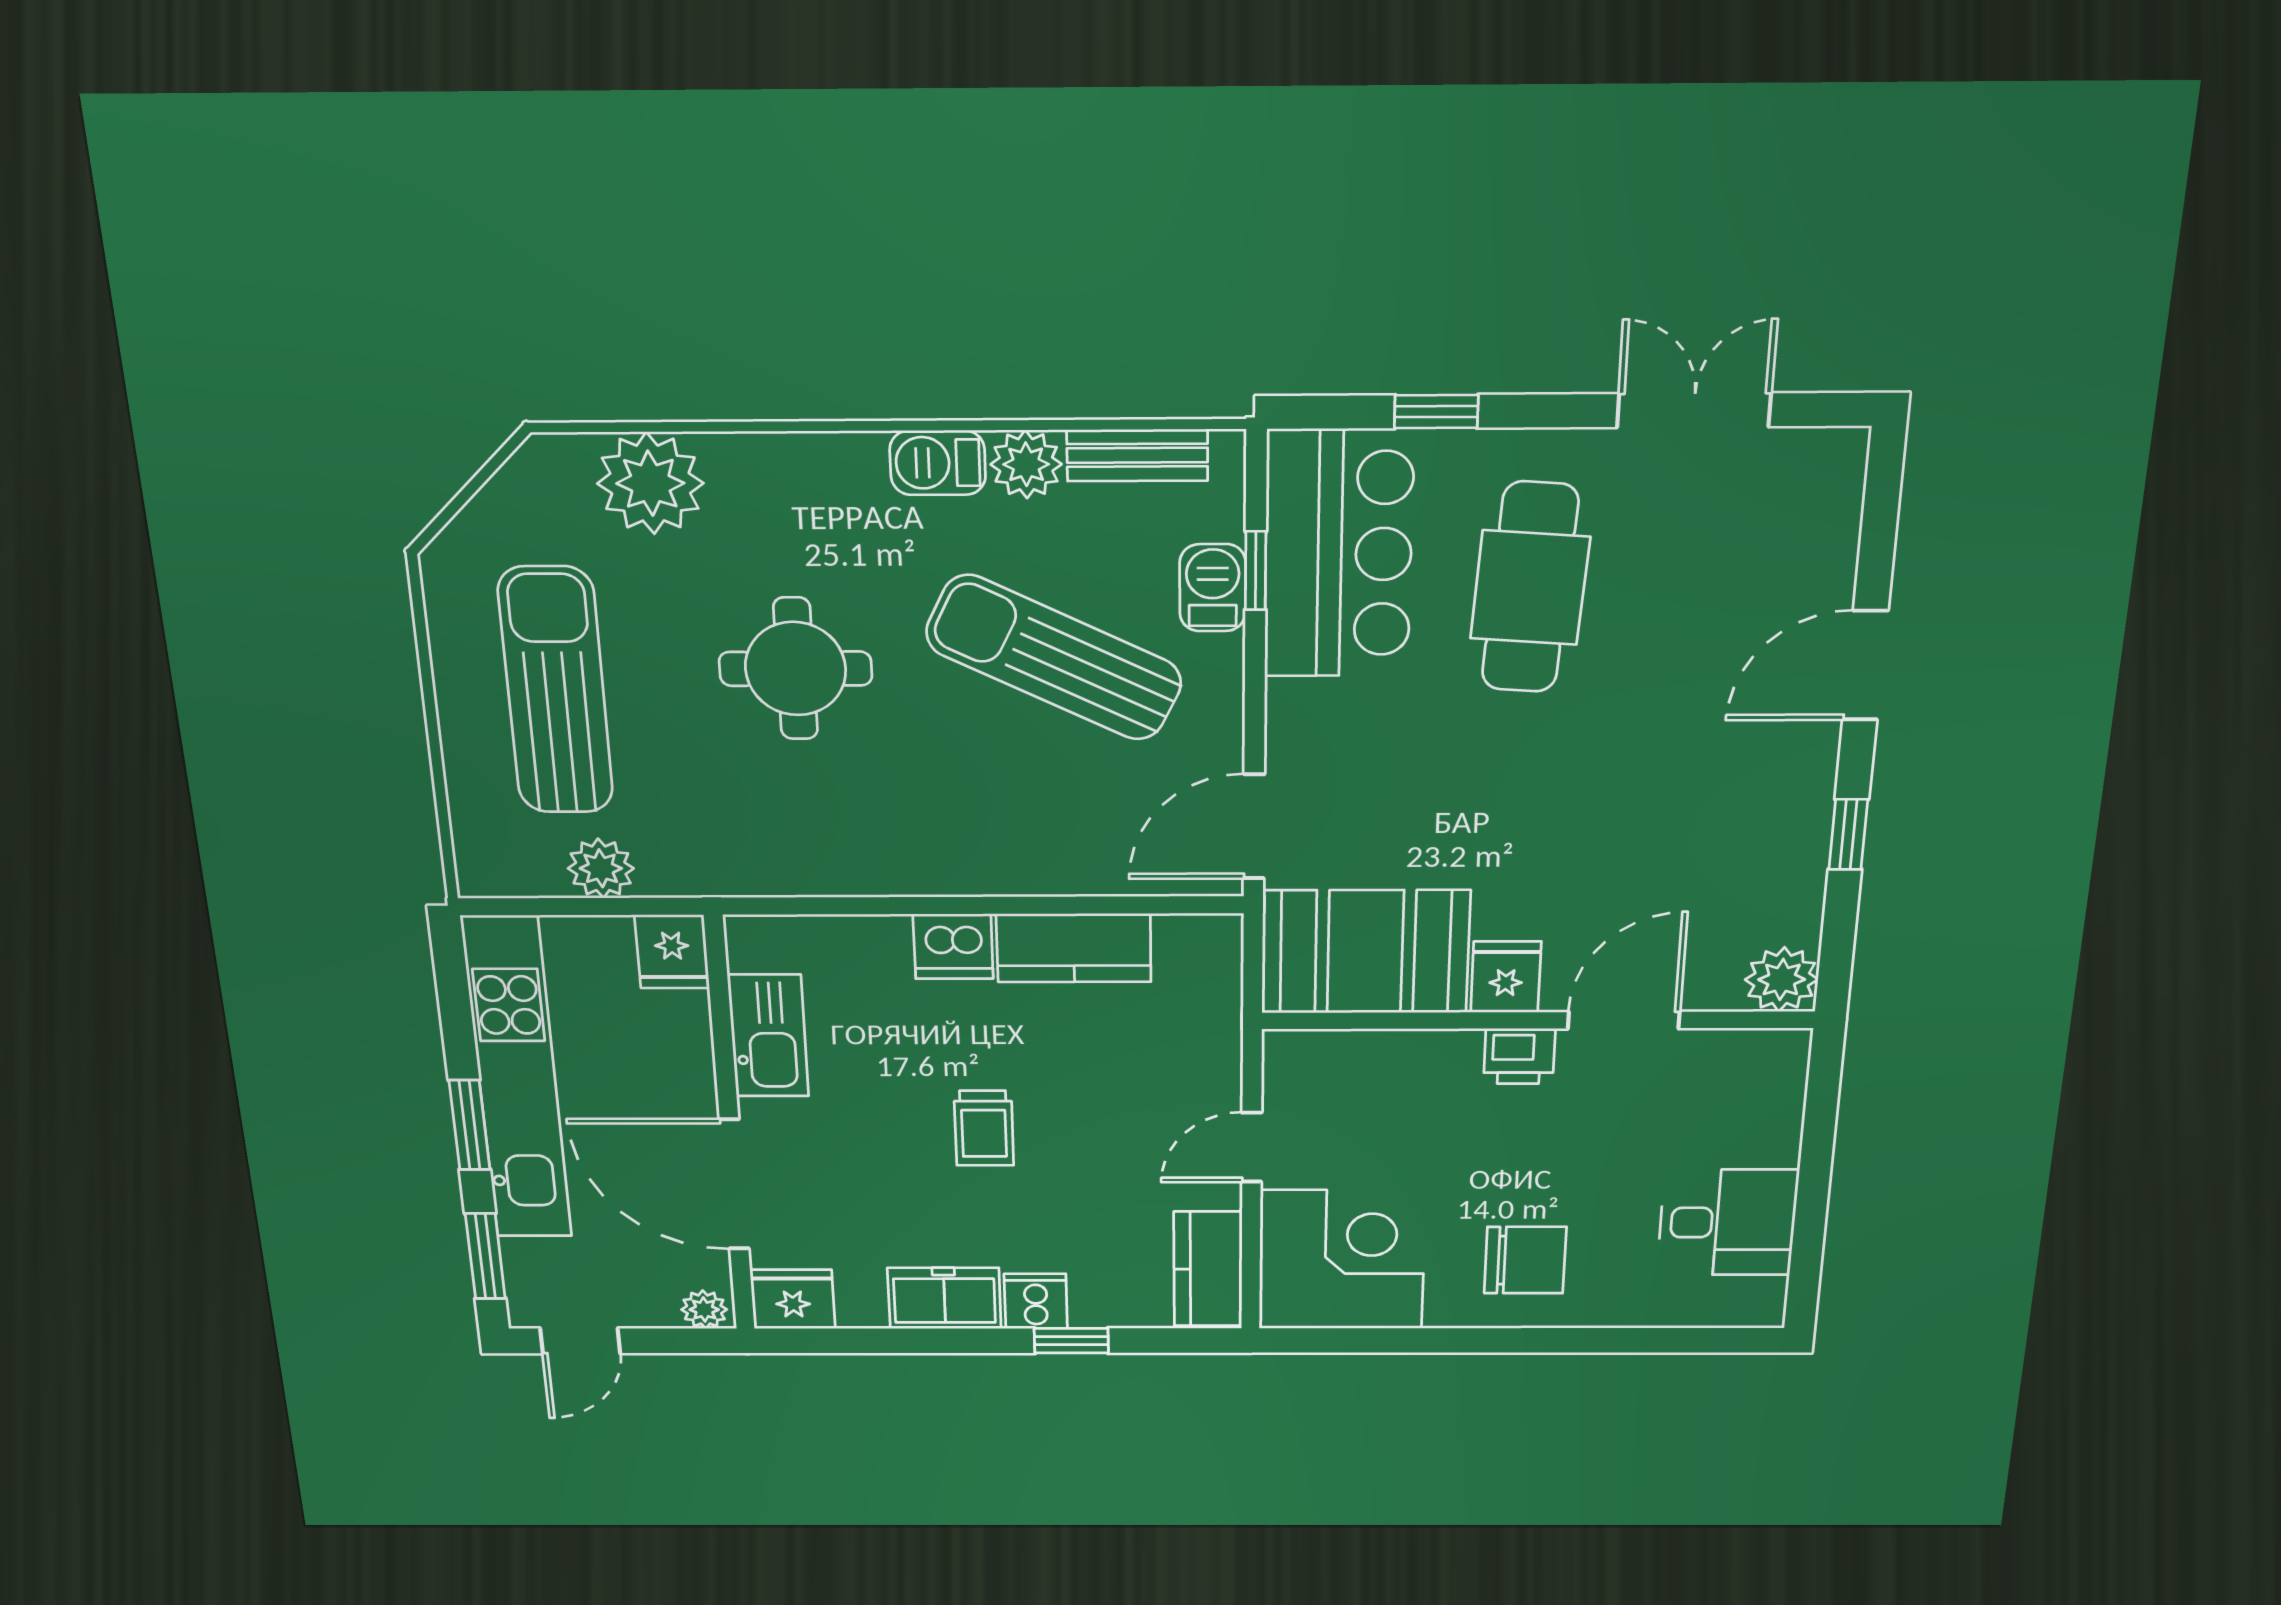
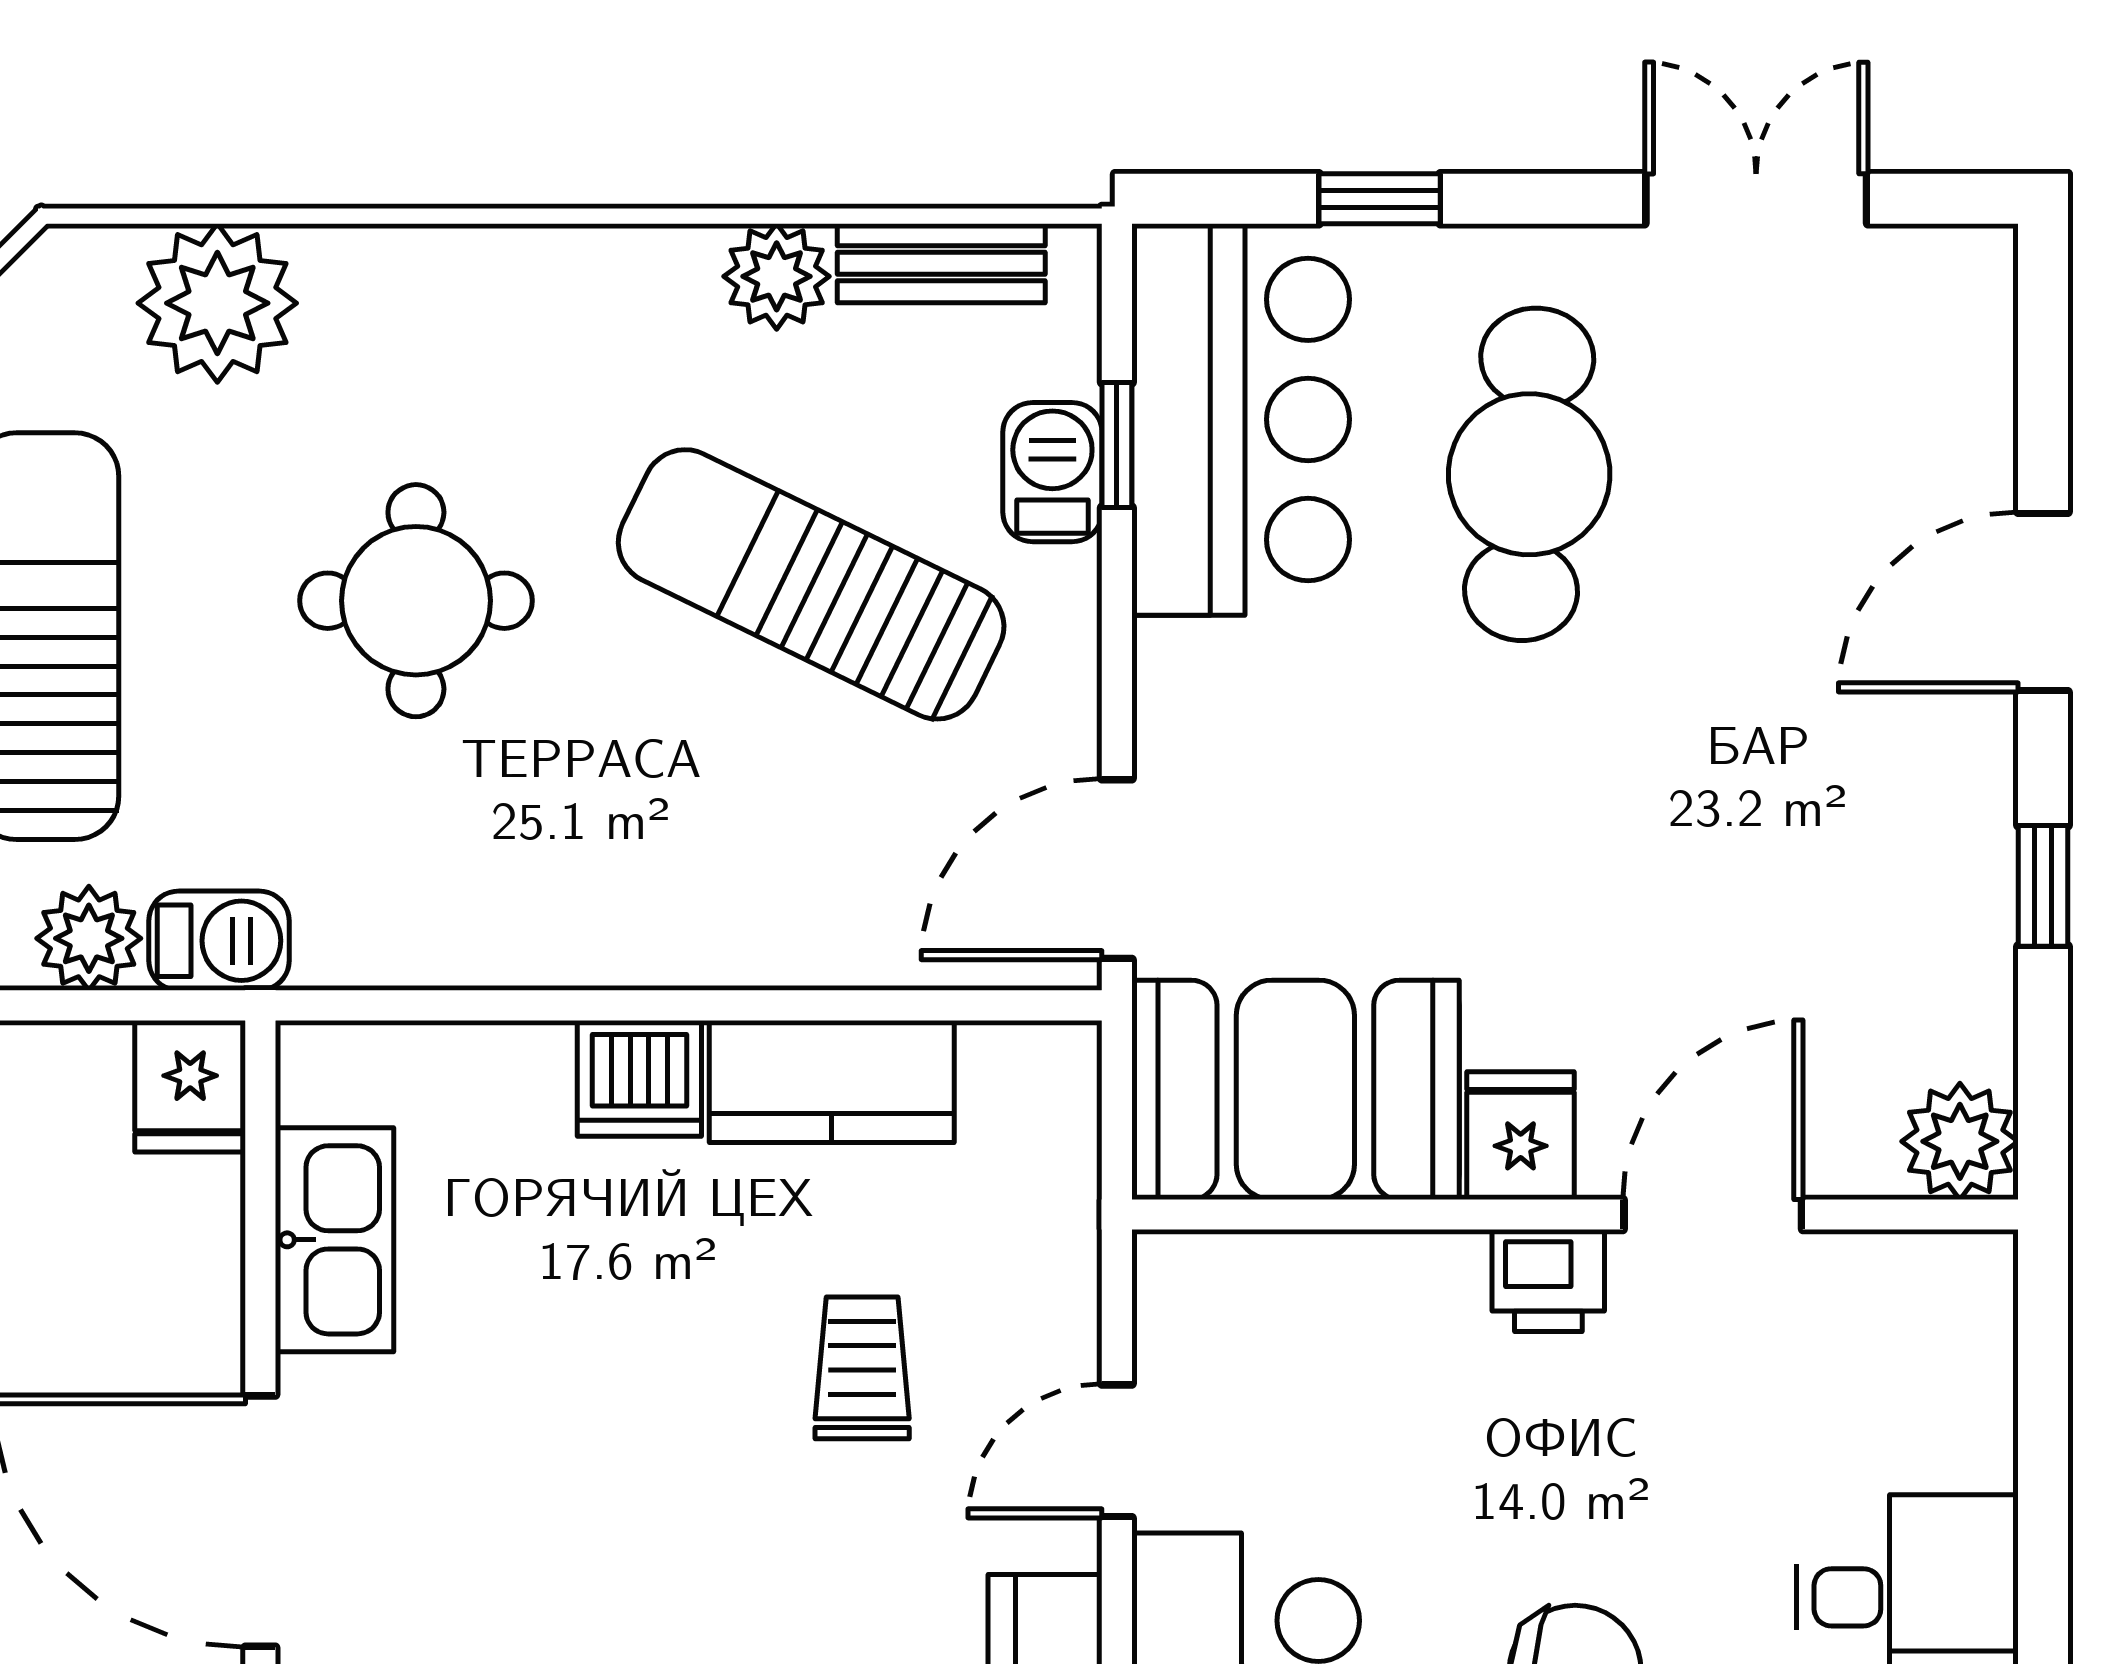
barbecue: (938, 463) -> (219, 941), moved, turned 180
trolley: (984, 1128) -> (862, 1368), moved, turned 180

